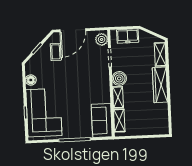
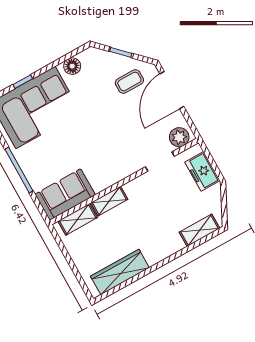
door: (73, 30) -> (172, 90), hinge flipped
boiler: (119, 78) -> (137, 190), removed
wardrobe: (160, 85) -> (120, 272), moved

